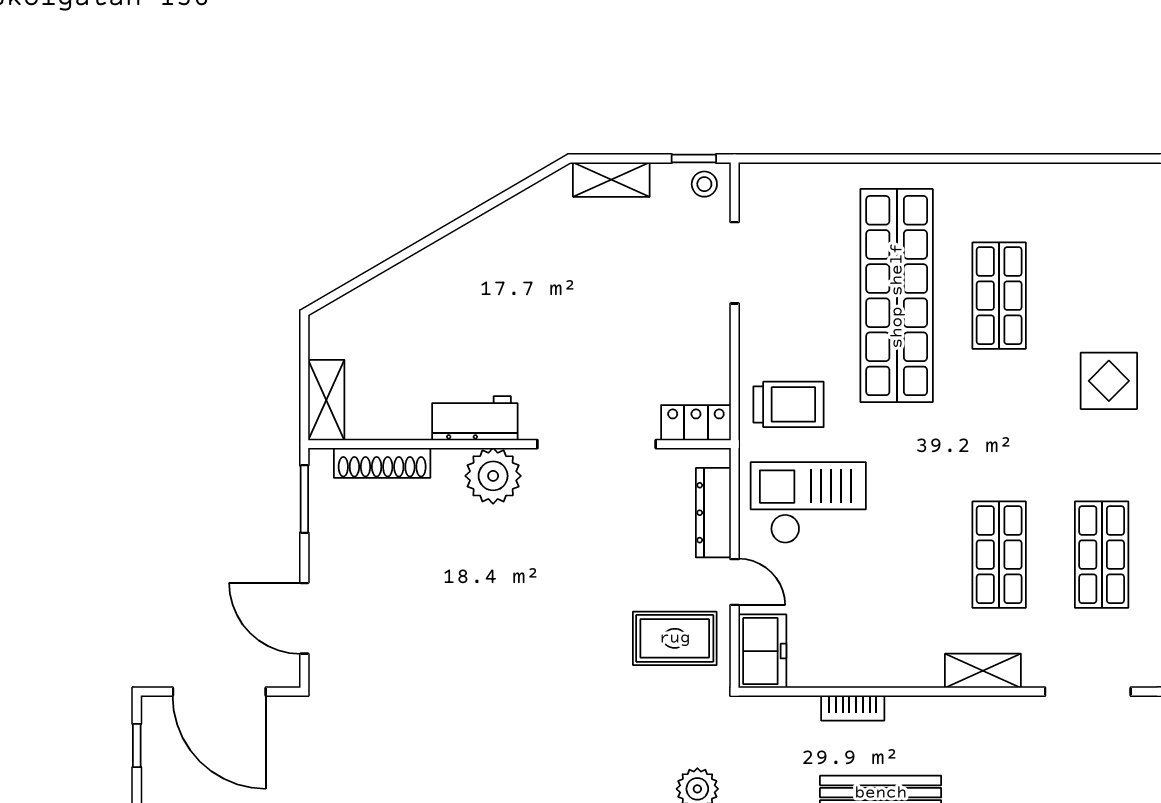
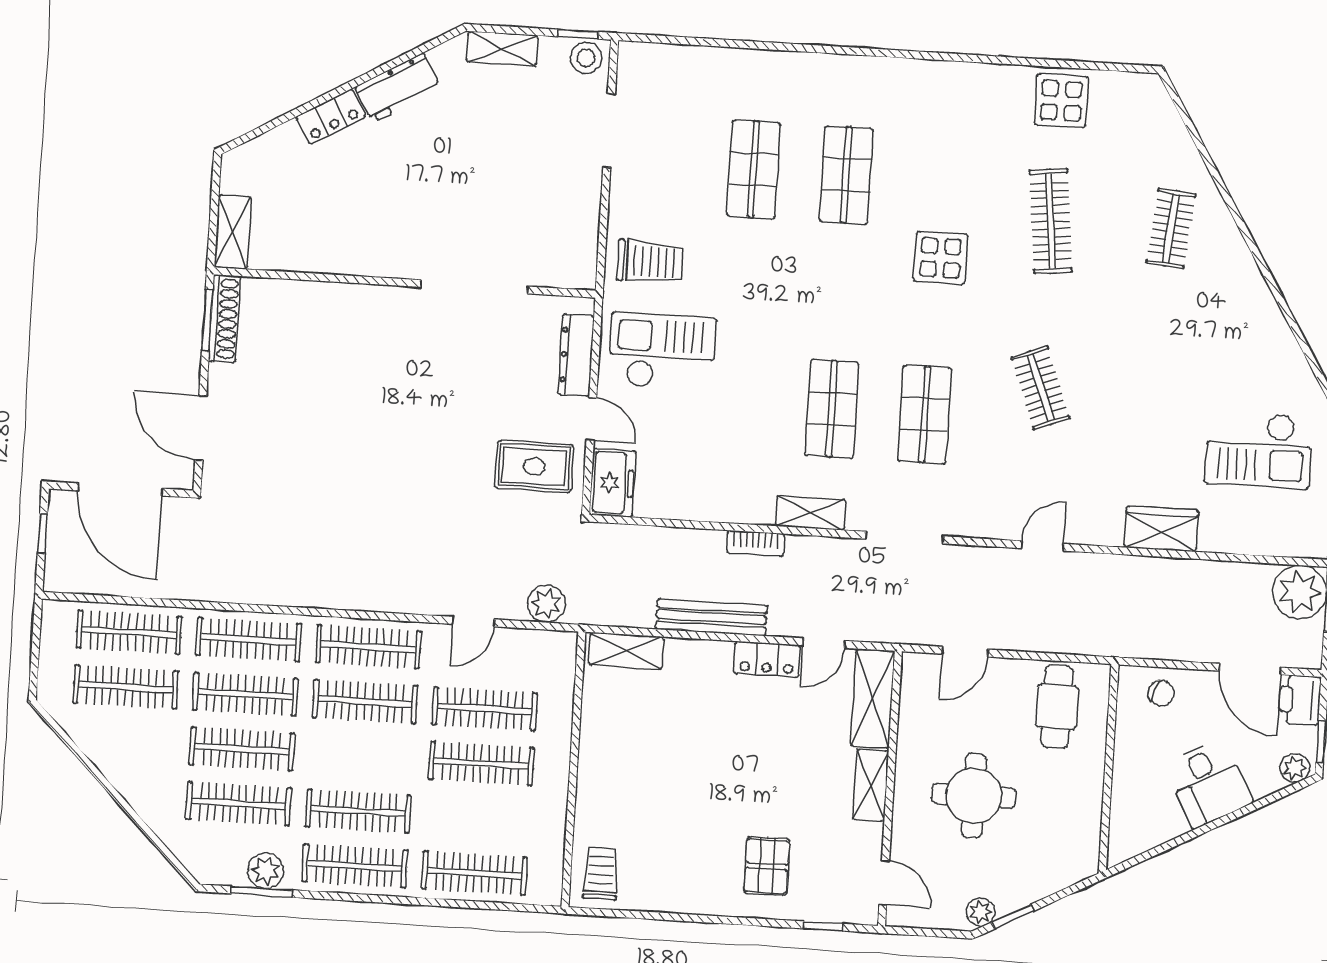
stool: (704, 184) -> (586, 58), width x1.37, depth x1.37
shop shelf: (897, 296) -> (754, 169), width x0.50, depth x0.74
workbench: (475, 418) -> (398, 88), moved, turned 150
locker: (696, 423) -> (331, 117), moved, turned 150
shoe rack: (382, 463) -> (224, 319), moved, turned -90
plant: (493, 476) -> (379, 310), removed
bookcase: (853, 708) -> (756, 543), moved

